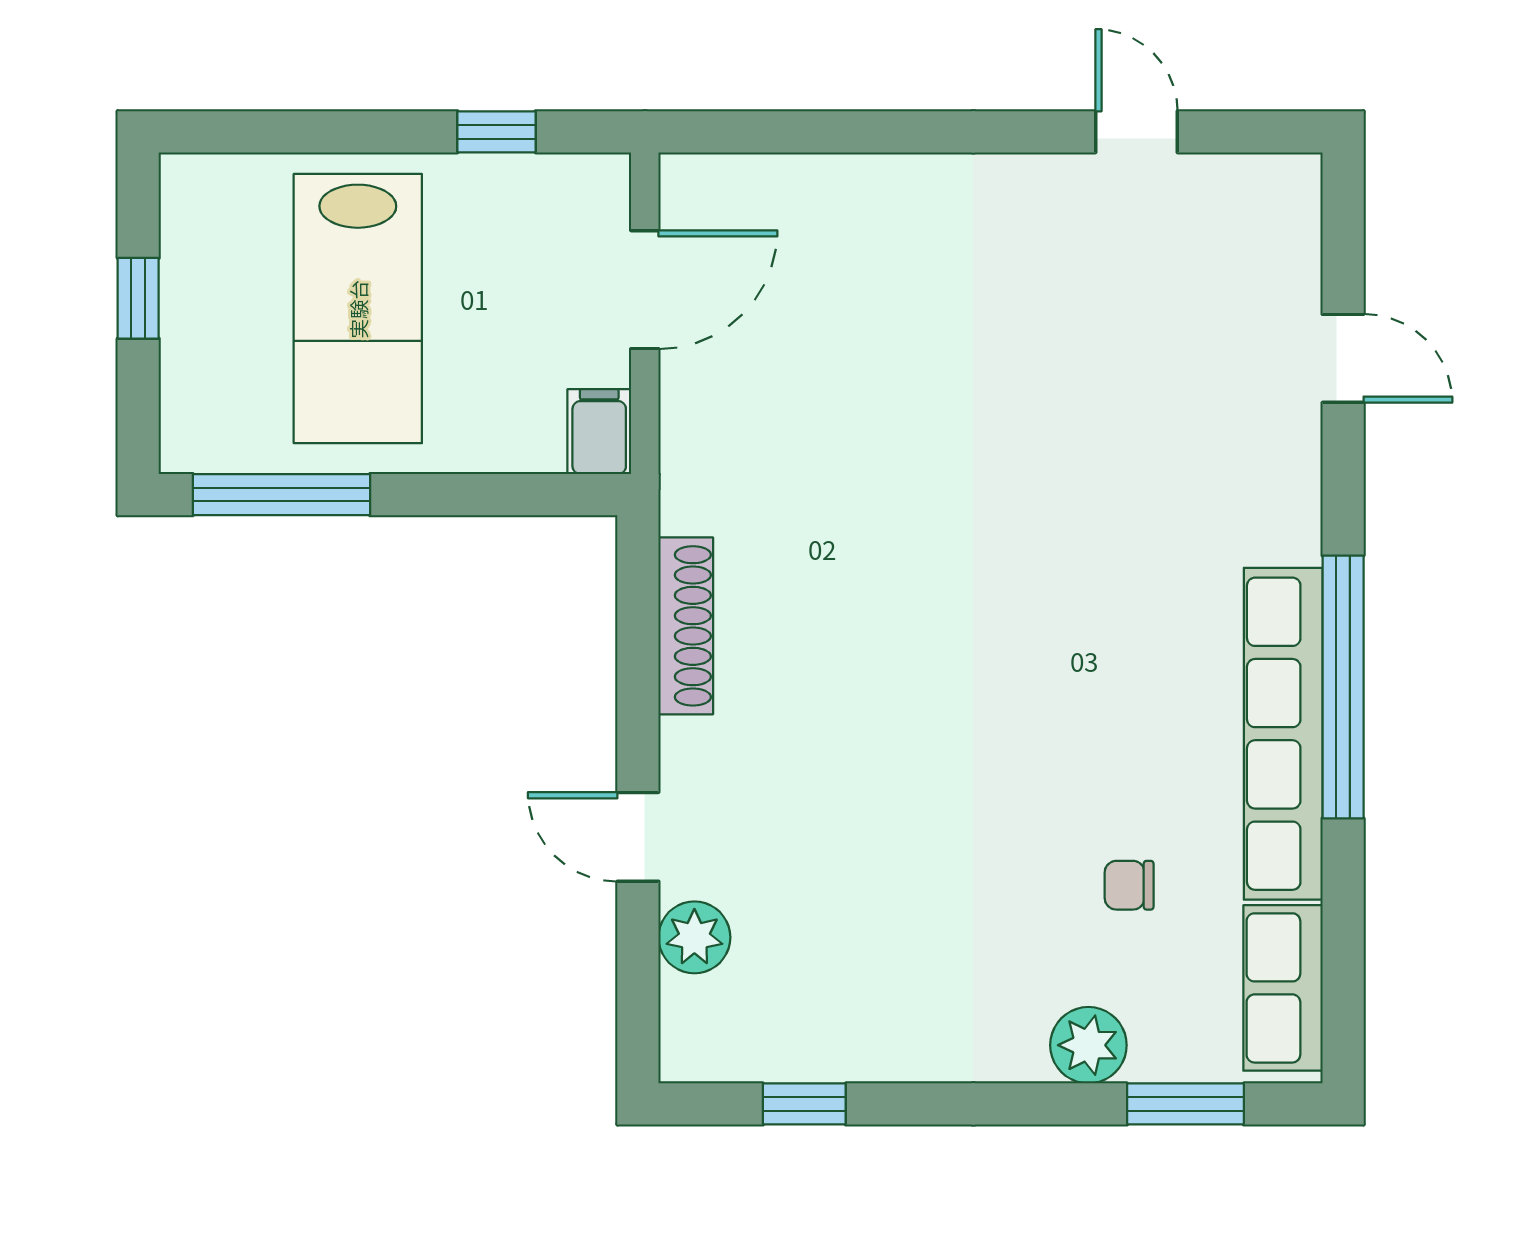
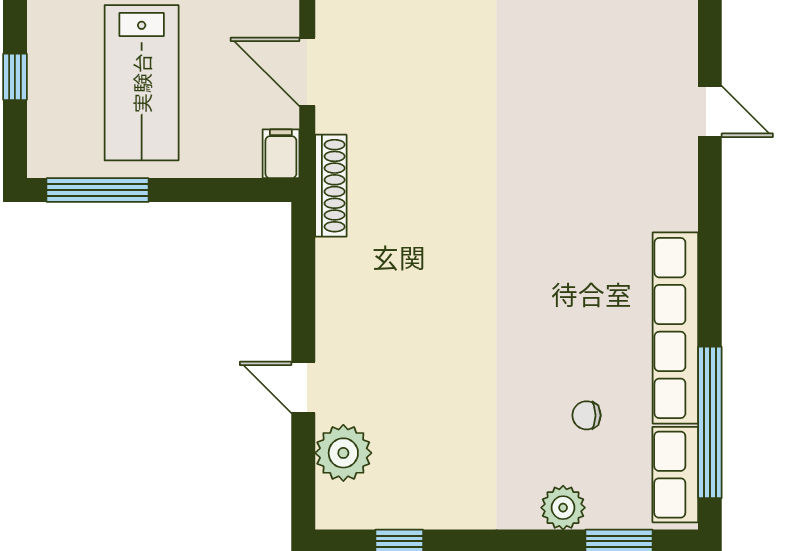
door: (645, 290) -> (307, 72), swing flipped
shoe rack: (686, 626) -> (331, 186), moved
window: (1343, 687) -> (710, 422), moved
plant: (694, 937) -> (343, 453), width x1.36, depth x1.36

